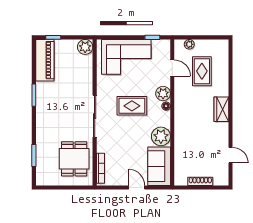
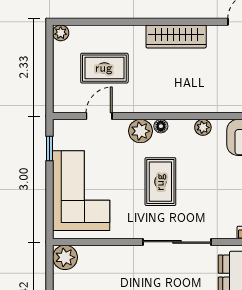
plant: (189, 44) -> (61, 33), moved
wardrobe: (221, 109) -> (176, 36), width x1.50
plant: (161, 136) -> (203, 127), width x0.53, depth x0.53

